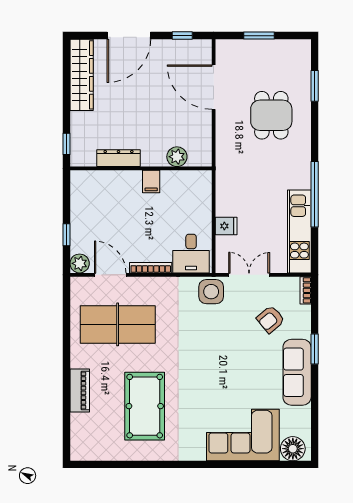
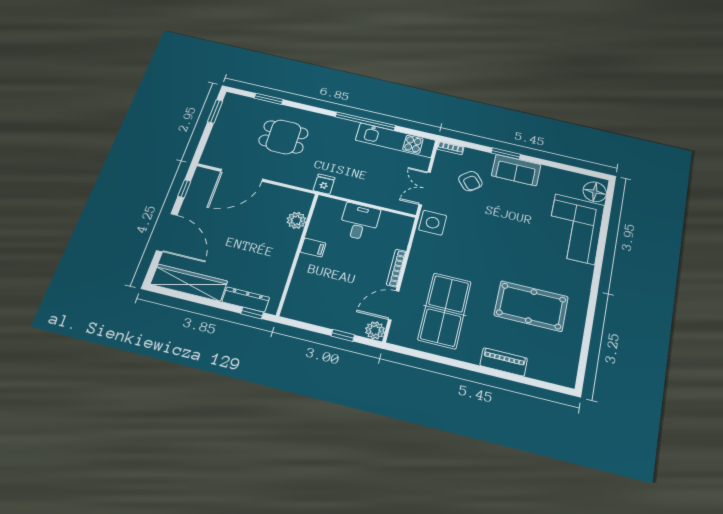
window: (259, 36) -> (215, 111), moved
dresser: (119, 158) -> (246, 300), moved, turned 90
fridge: (226, 226) -> (324, 184), moved
desk: (191, 254) -> (359, 222), moved, turned -90
sofa: (297, 372) -> (516, 170), width x0.73

